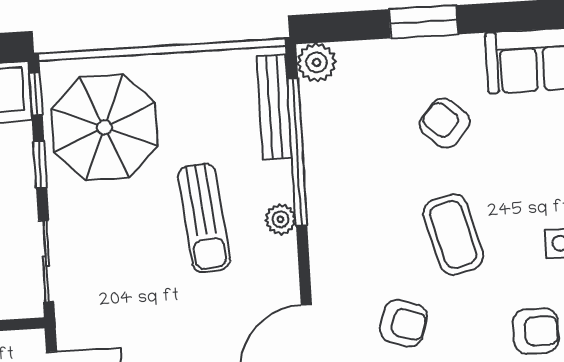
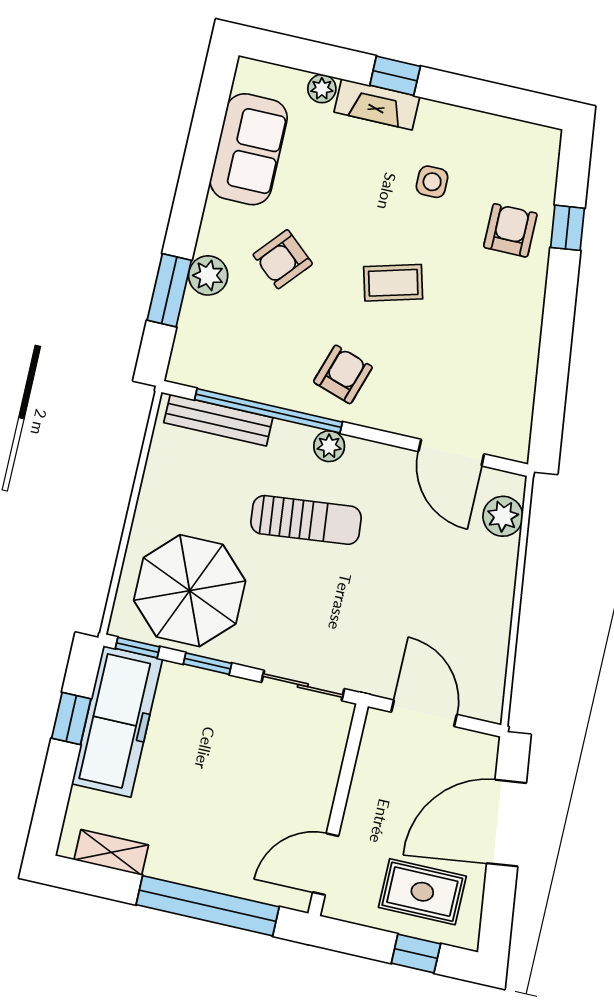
window: (423, 22) -> (169, 290), moved
plant: (317, 62) -> (208, 275), moved
coffee table: (453, 235) -> (393, 283), width x0.73, depth x0.77
armchair: (404, 323) -> (343, 374), moved

